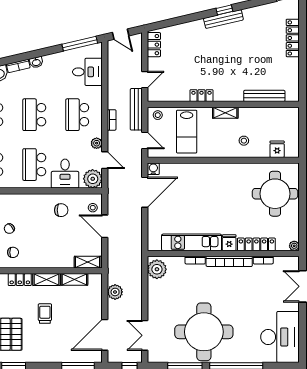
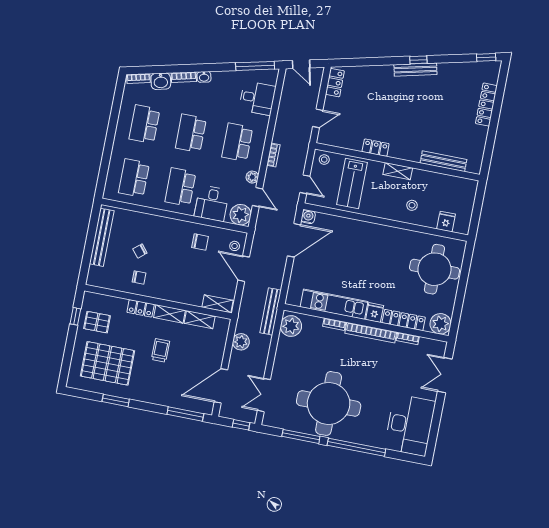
bench: (136, 109) -> (271, 311), moved
plant: (294, 246) -> (440, 324), width x1.88, depth x1.88

